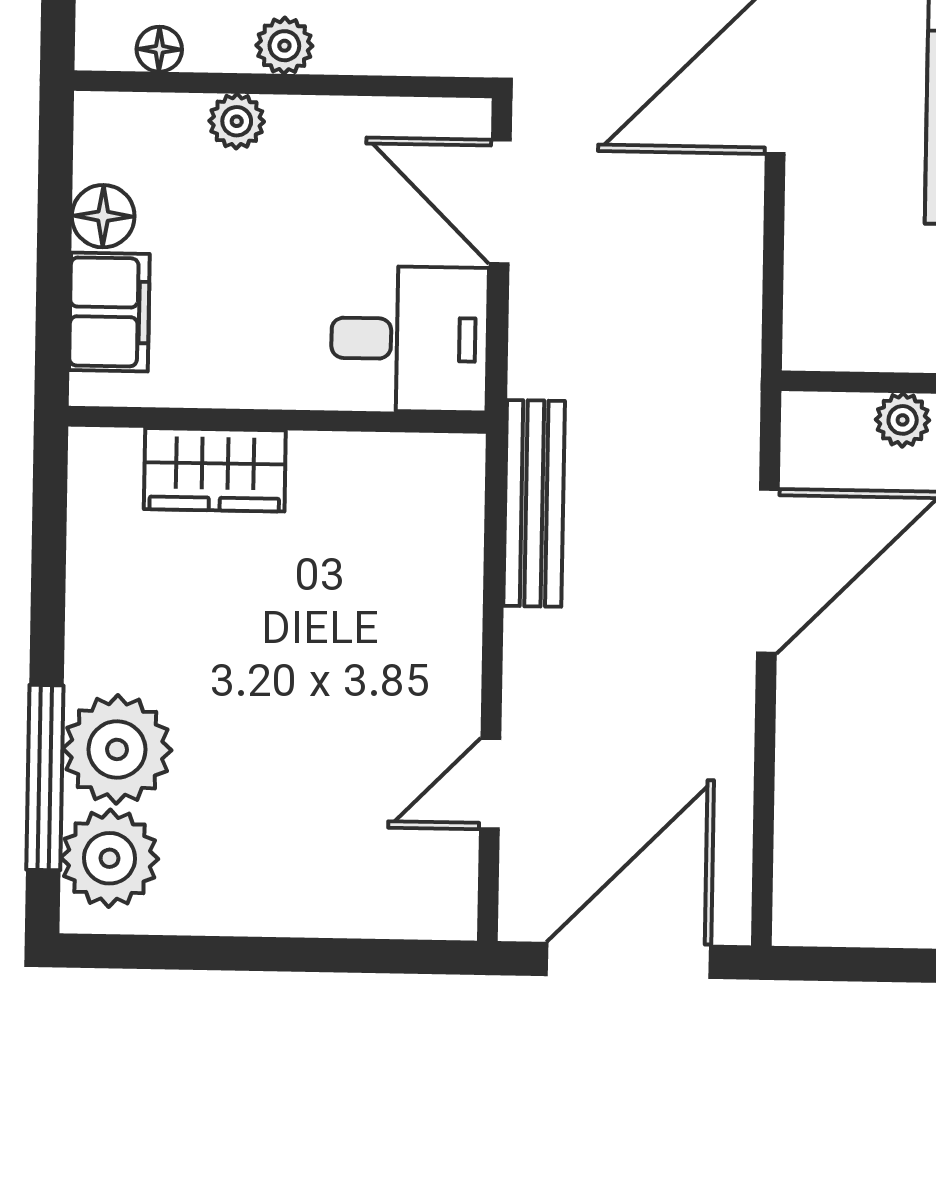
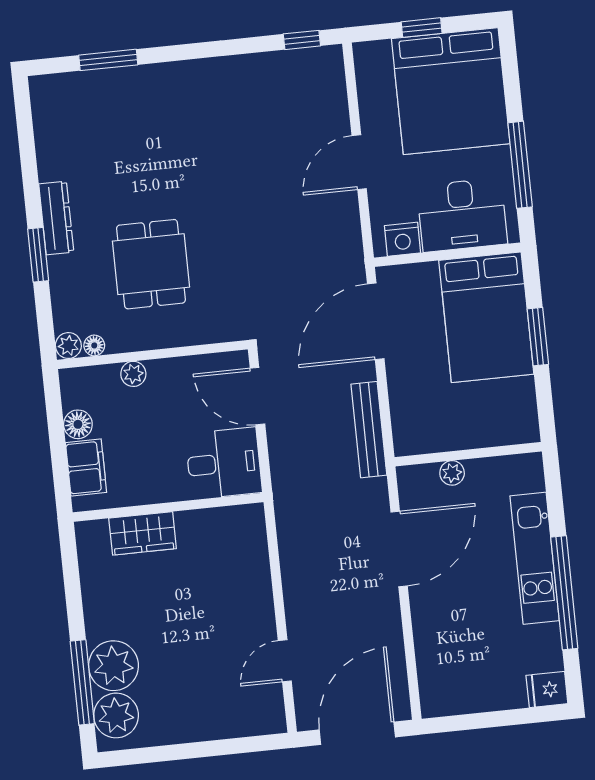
plant: (284, 46) -> (68, 346), moved
bench: (534, 503) -> (369, 430), moved

